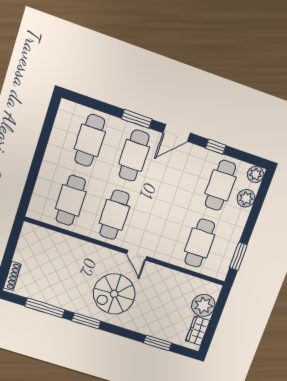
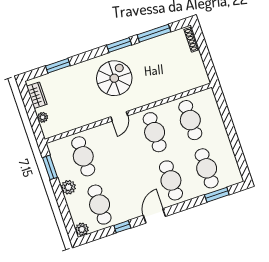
window: (137, 119) -> (217, 195), moved
plant: (246, 198) -> (68, 187), moved
door: (137, 255) -> (119, 116), swing flipped
plant: (203, 305) -> (43, 117), width x0.53, depth x0.53

